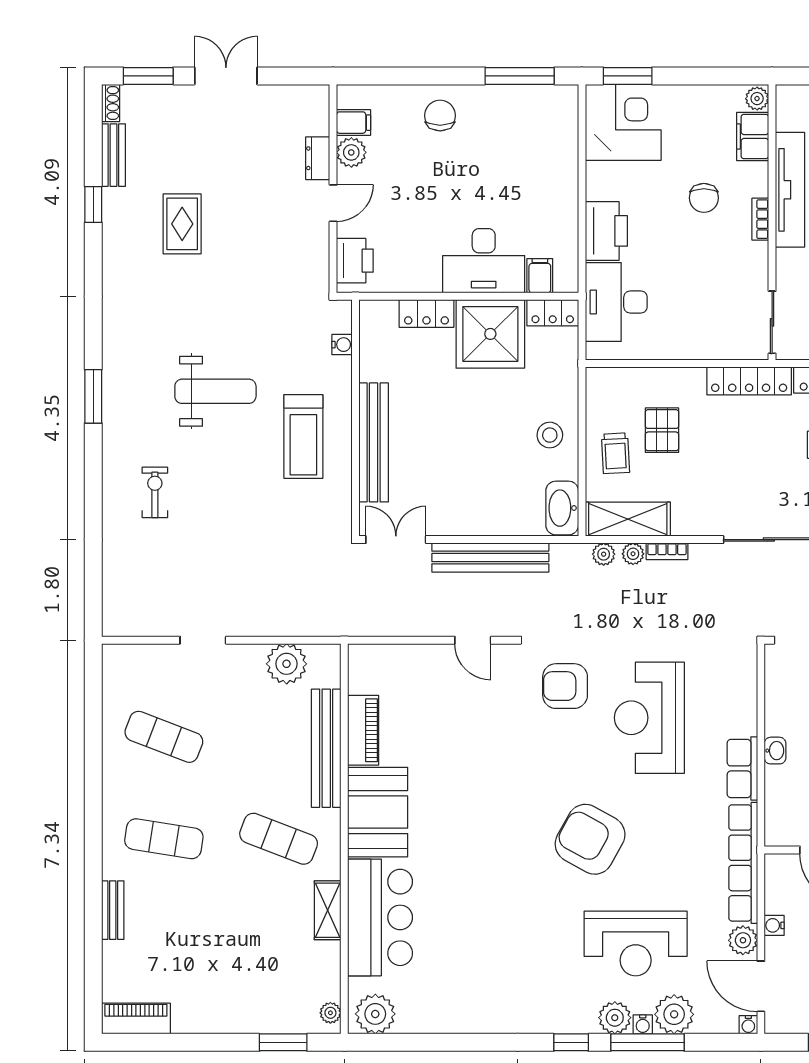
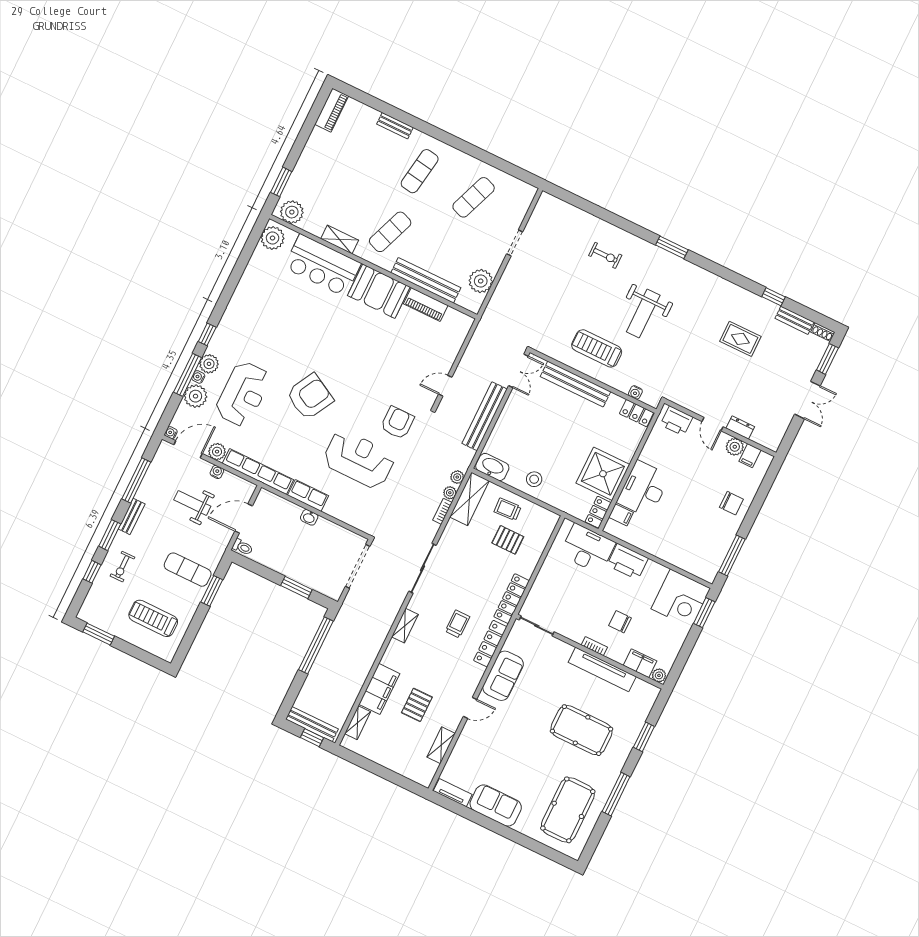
locker: (426, 313) -> (637, 413), moved, turned -90
reception desk: (636, 943) -> (243, 394), turned 180
plant: (330, 1013) -> (292, 212), width x1.88, depth x1.88

